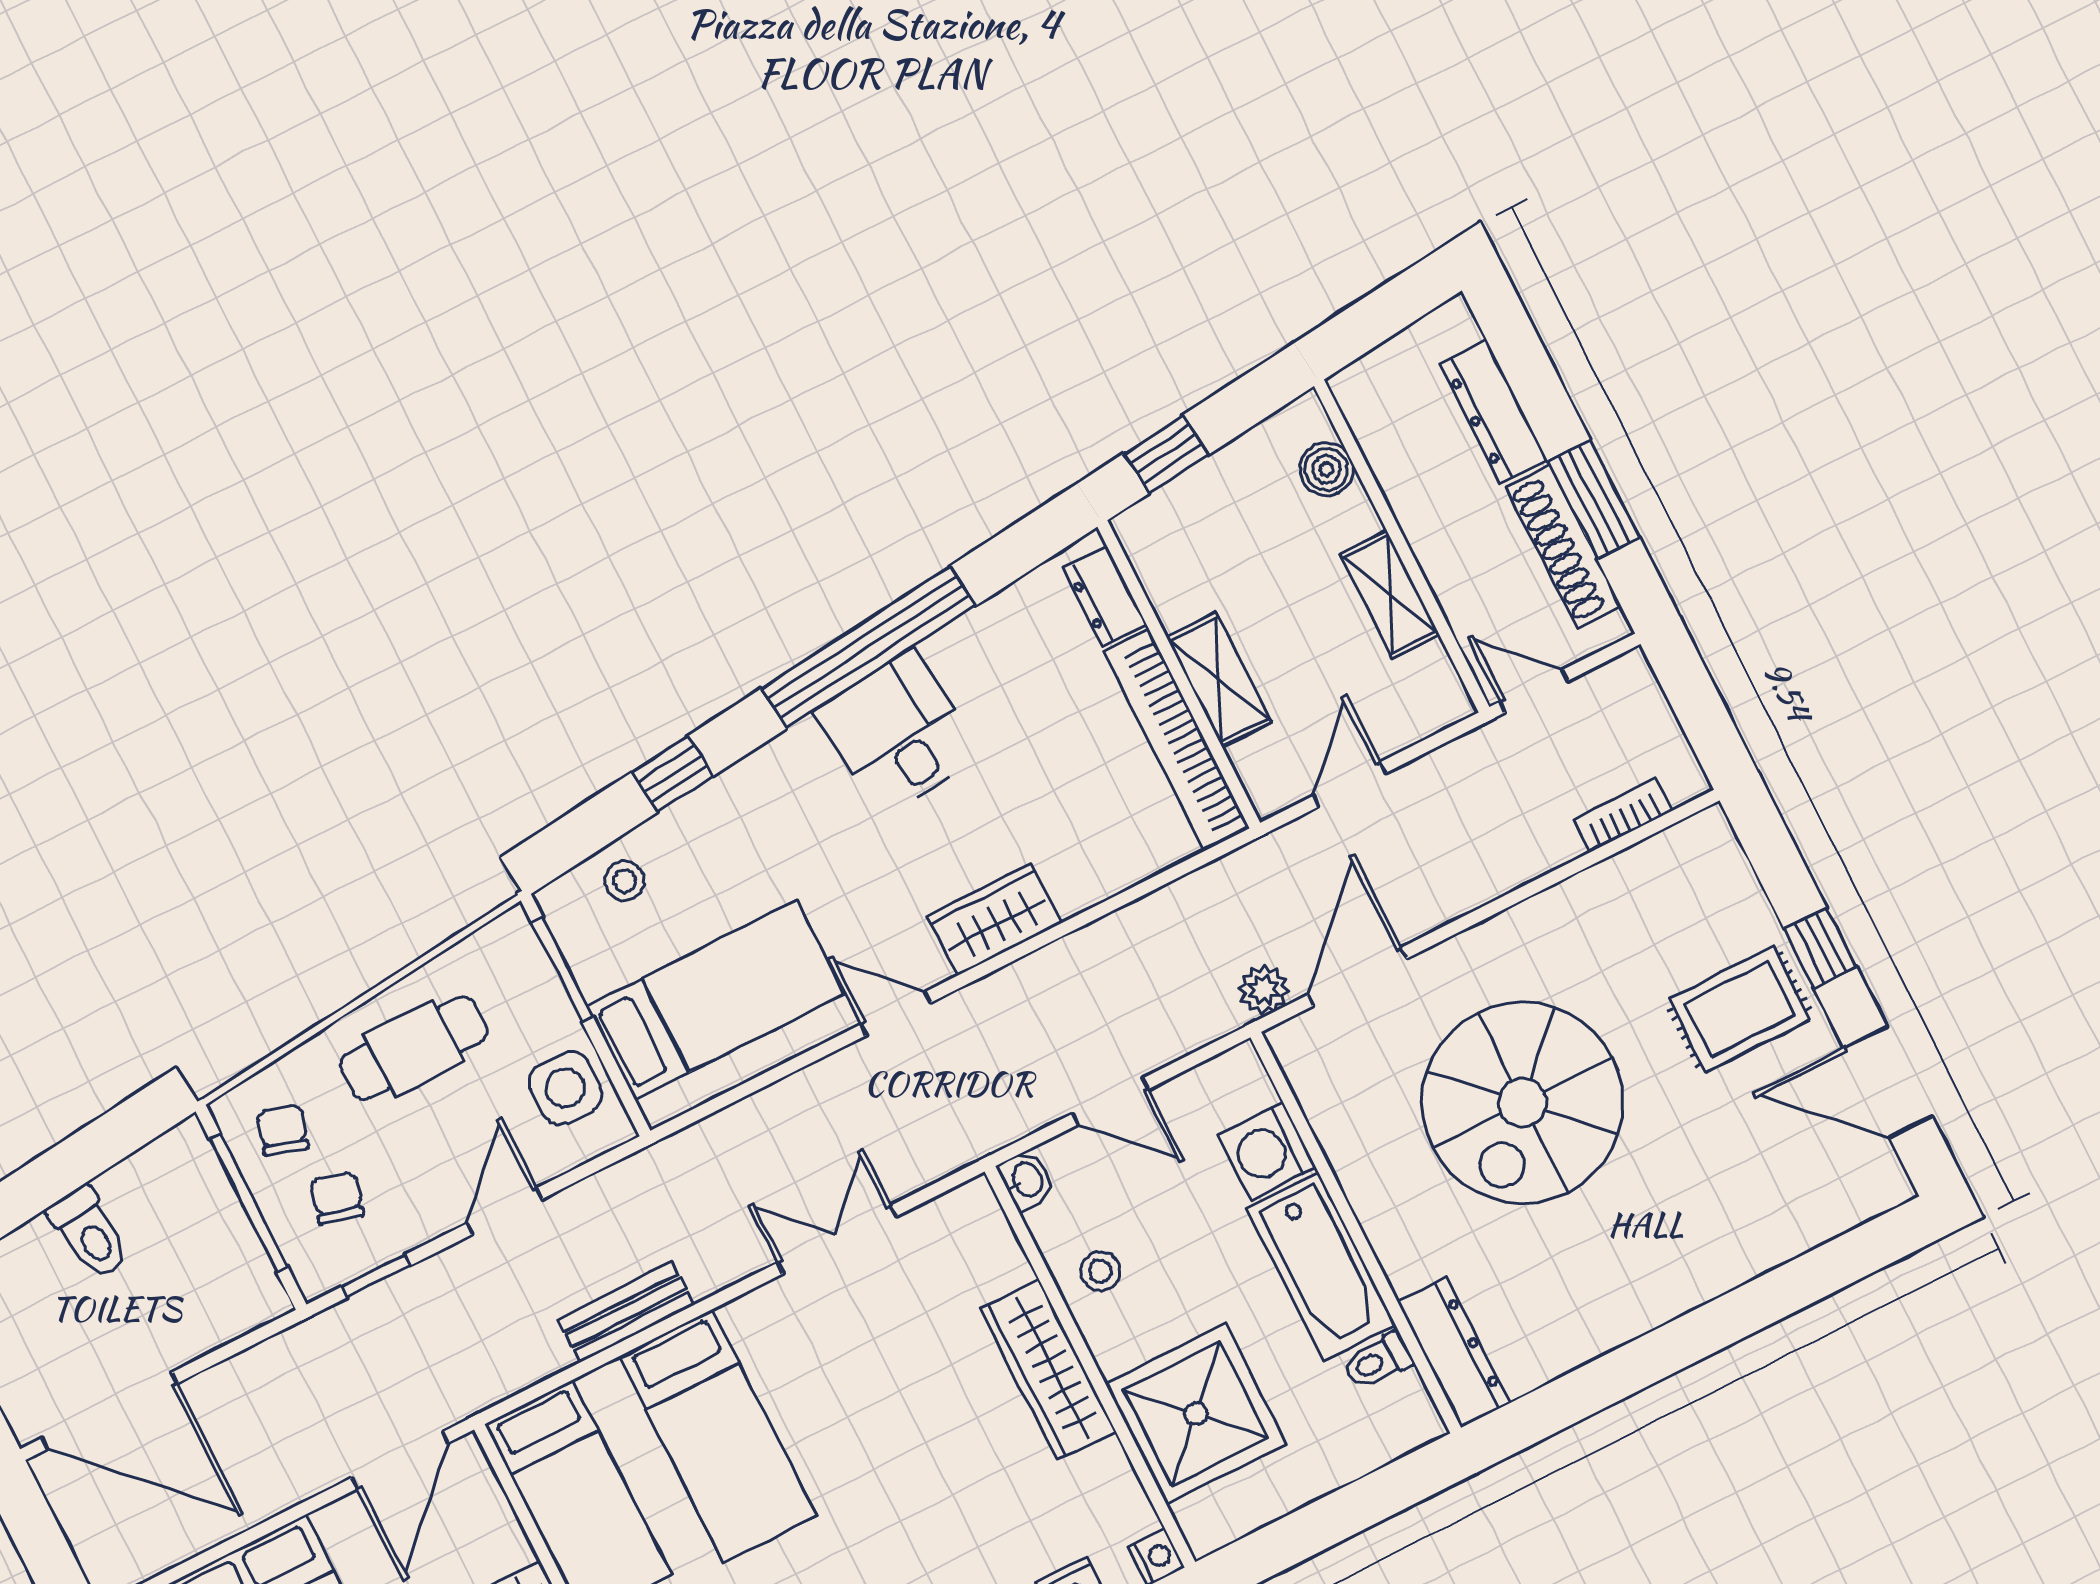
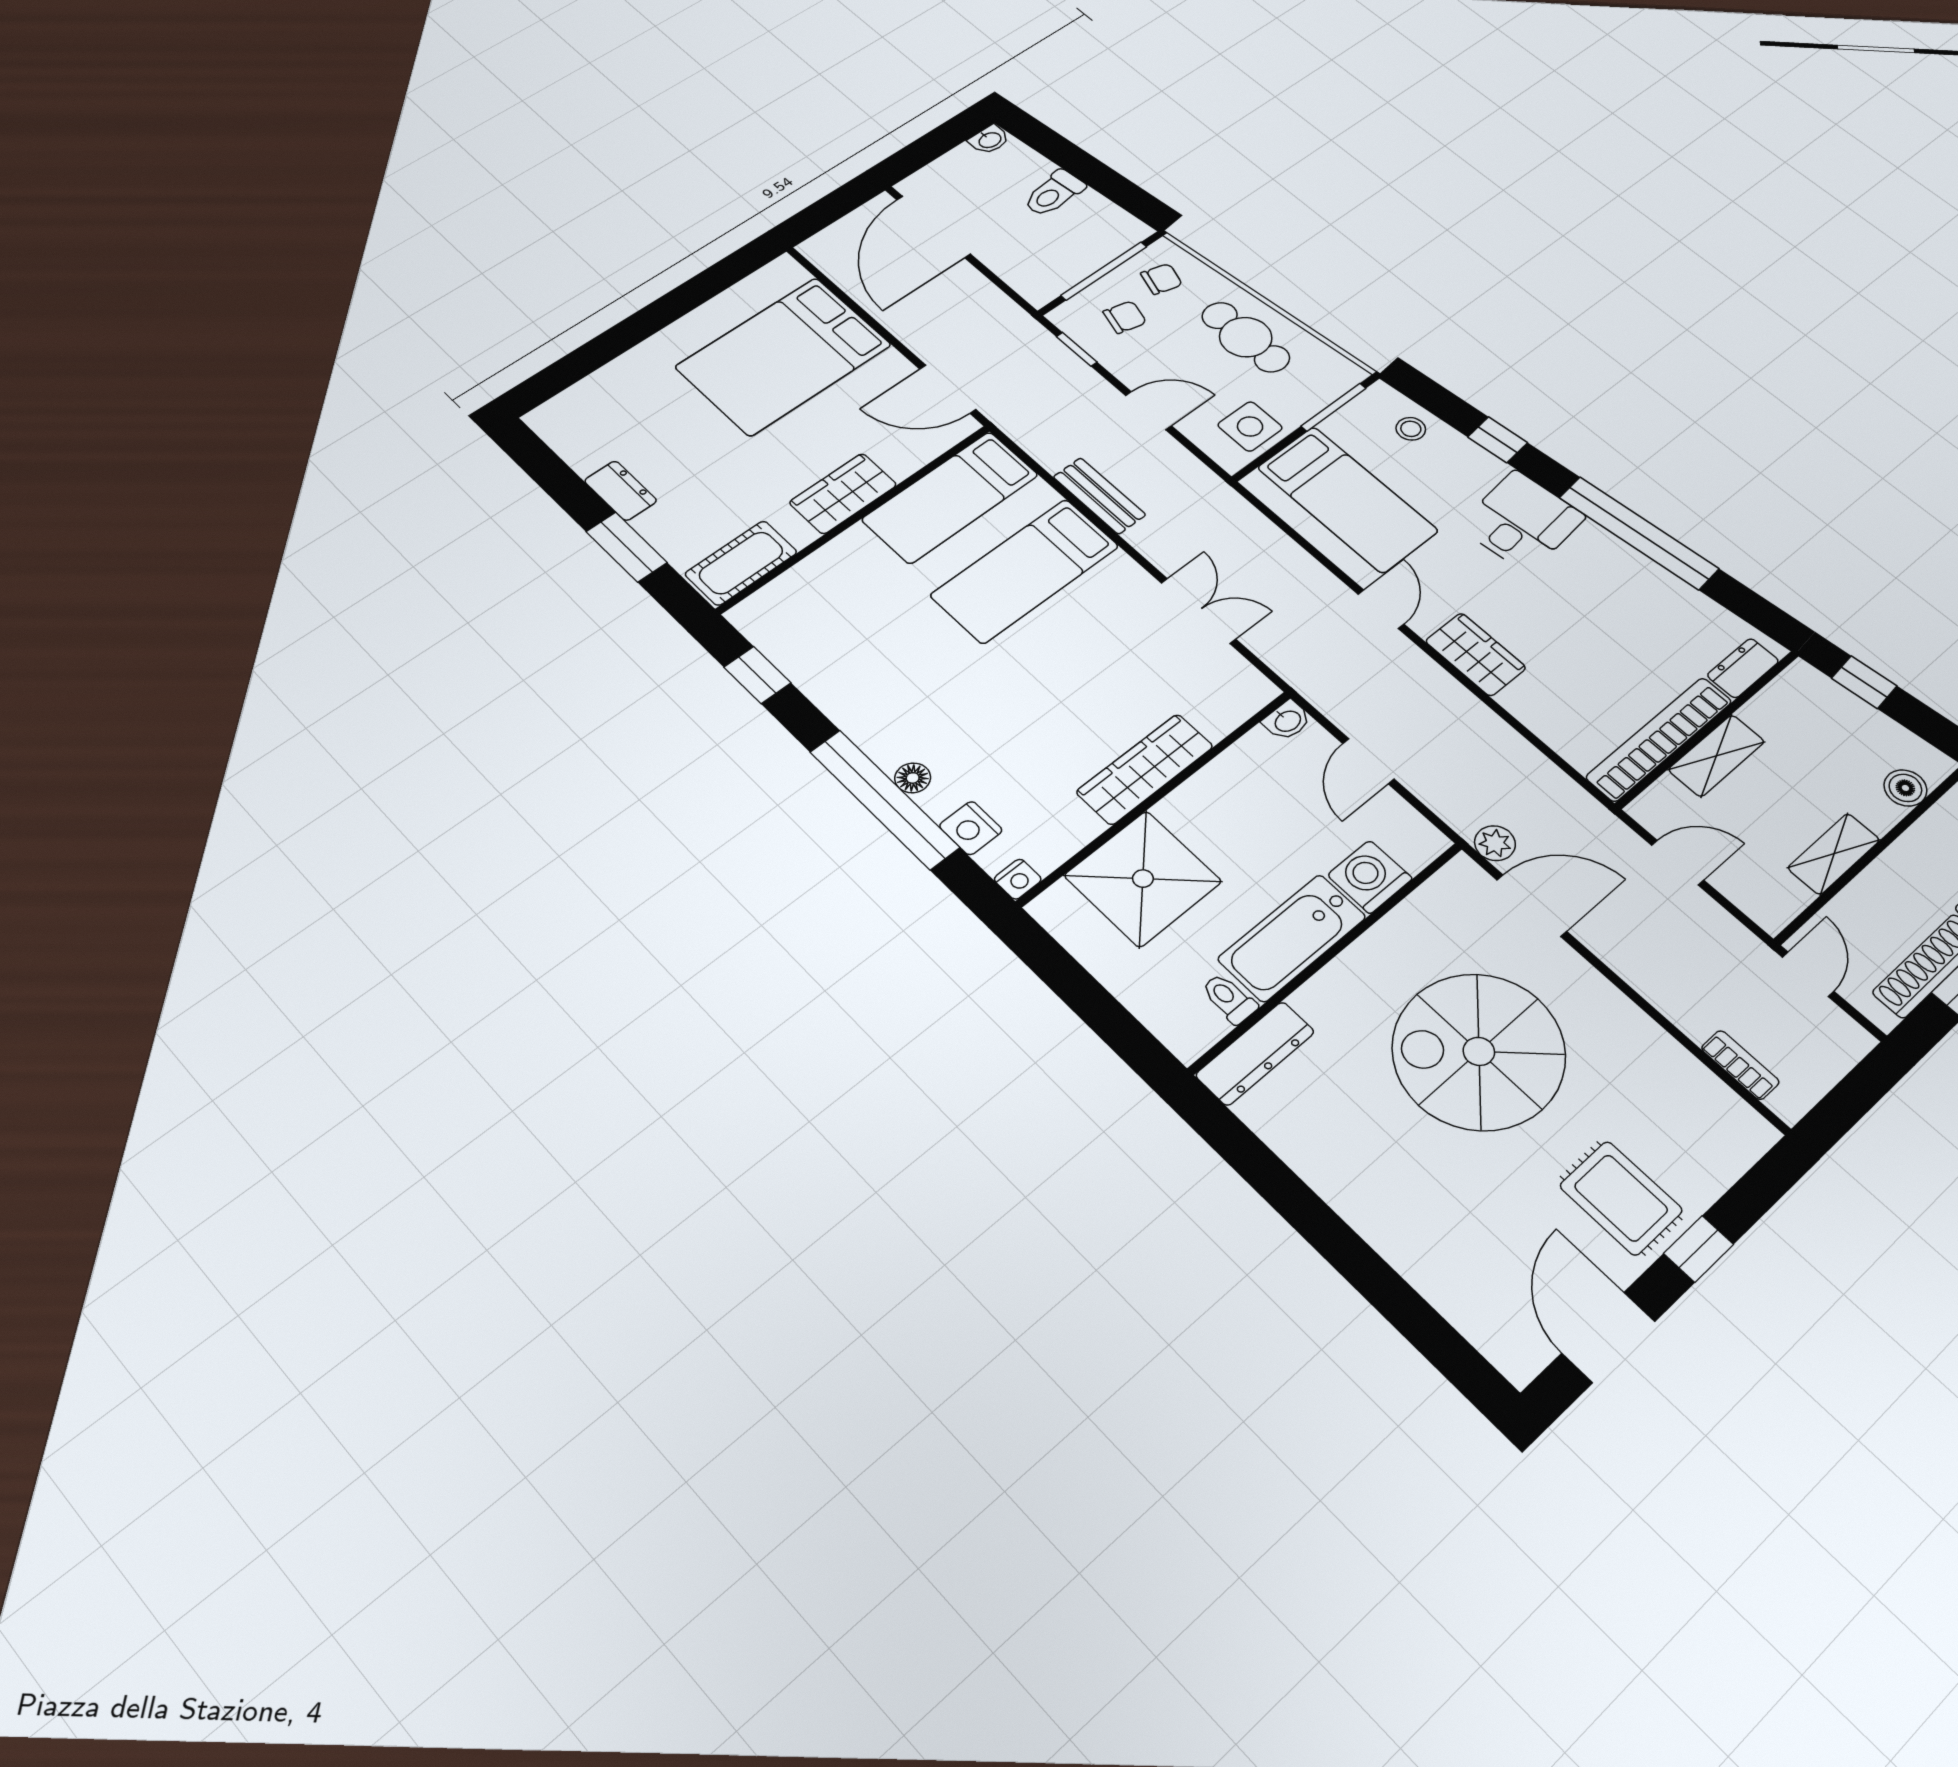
desk: (898, 733) -> (1522, 521), moved
stool: (1100, 1271) -> (1234, 786), removed

